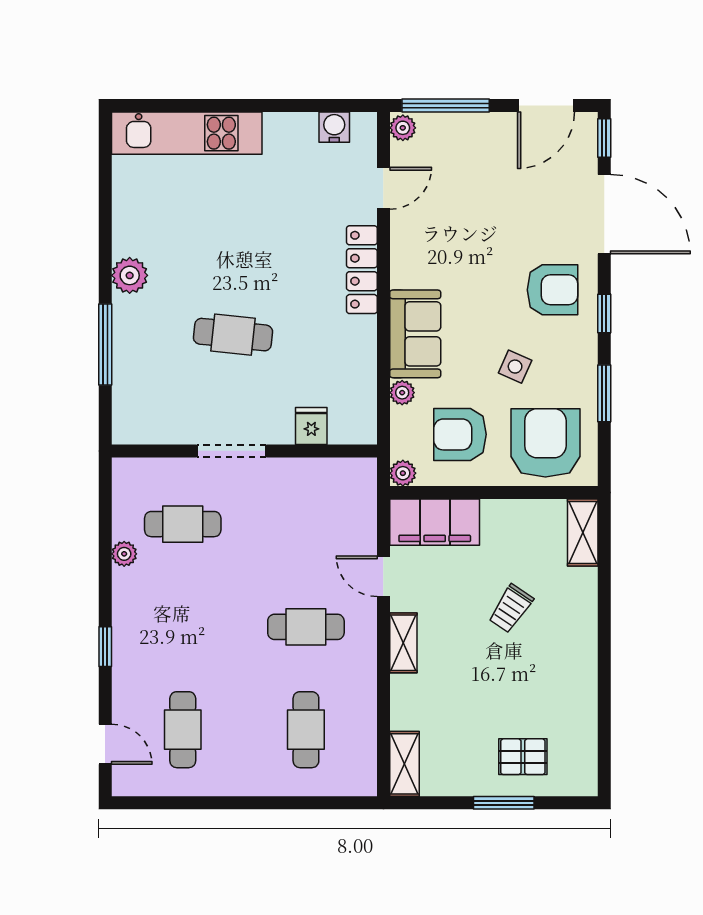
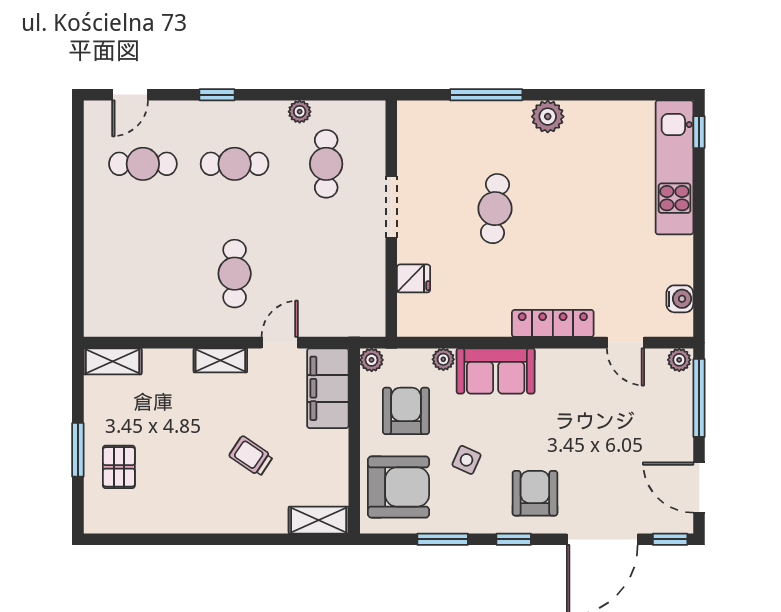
window: (147, 106) -> (699, 132), added
armchair: (552, 290) -> (535, 493), turned 180
cafe table: (306, 730) -> (235, 164), moved

